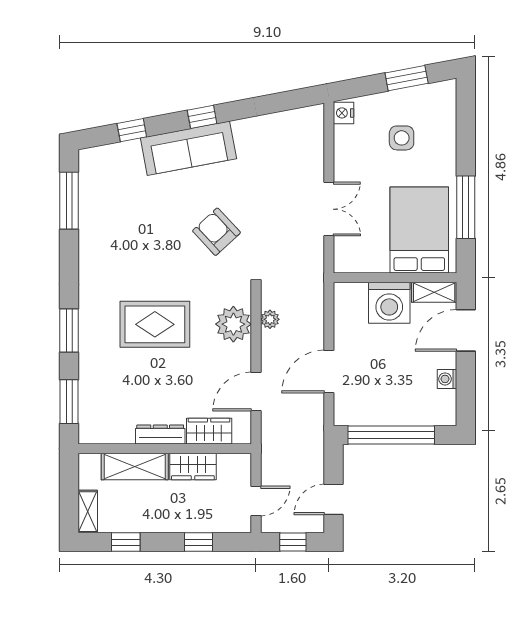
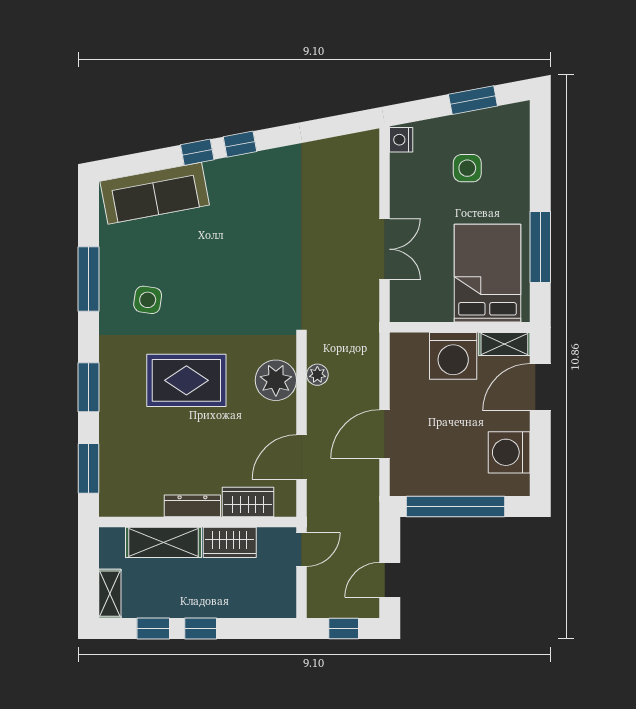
window: (132, 130) -> (197, 152), moved
sofa: (188, 148) -> (155, 193), moved
window: (69, 201) -> (89, 279), moved
armchair: (216, 232) -> (256, 275), removed
side table: (121, 254) -> (148, 300), added
washing machine: (447, 379) -> (509, 452), width x1.89, depth x1.89
door: (256, 501) -> (301, 549), moved
window: (198, 542) -> (201, 628), moved

